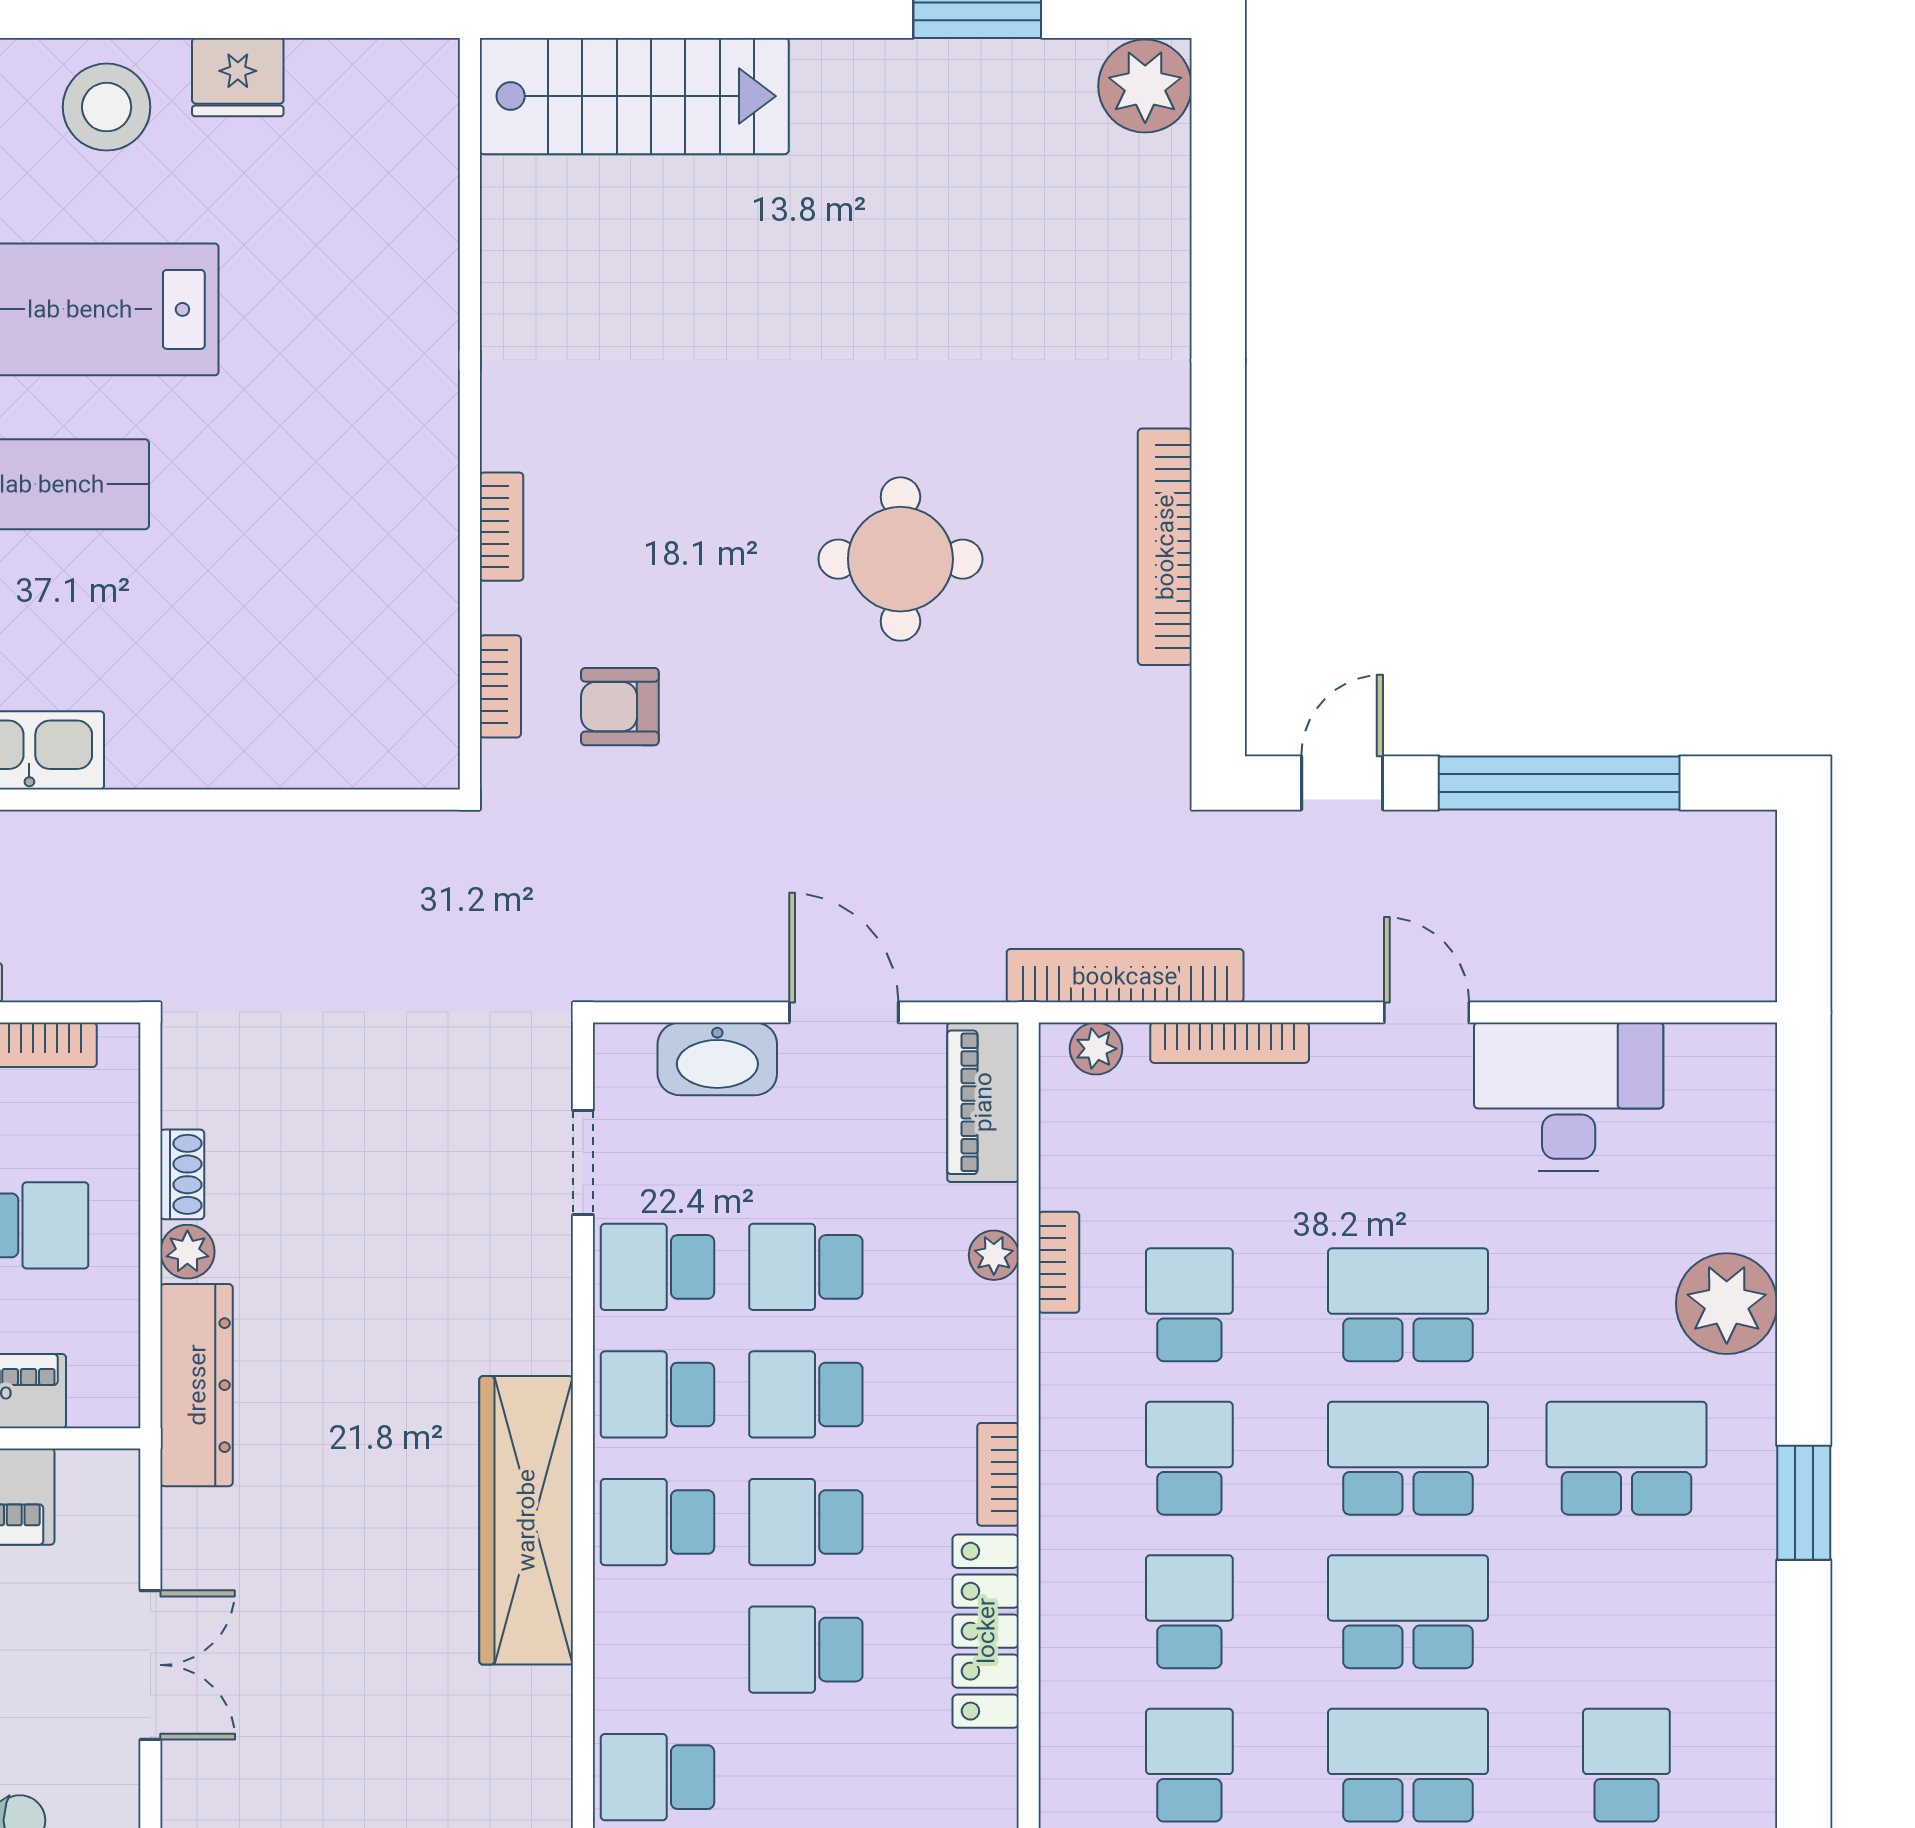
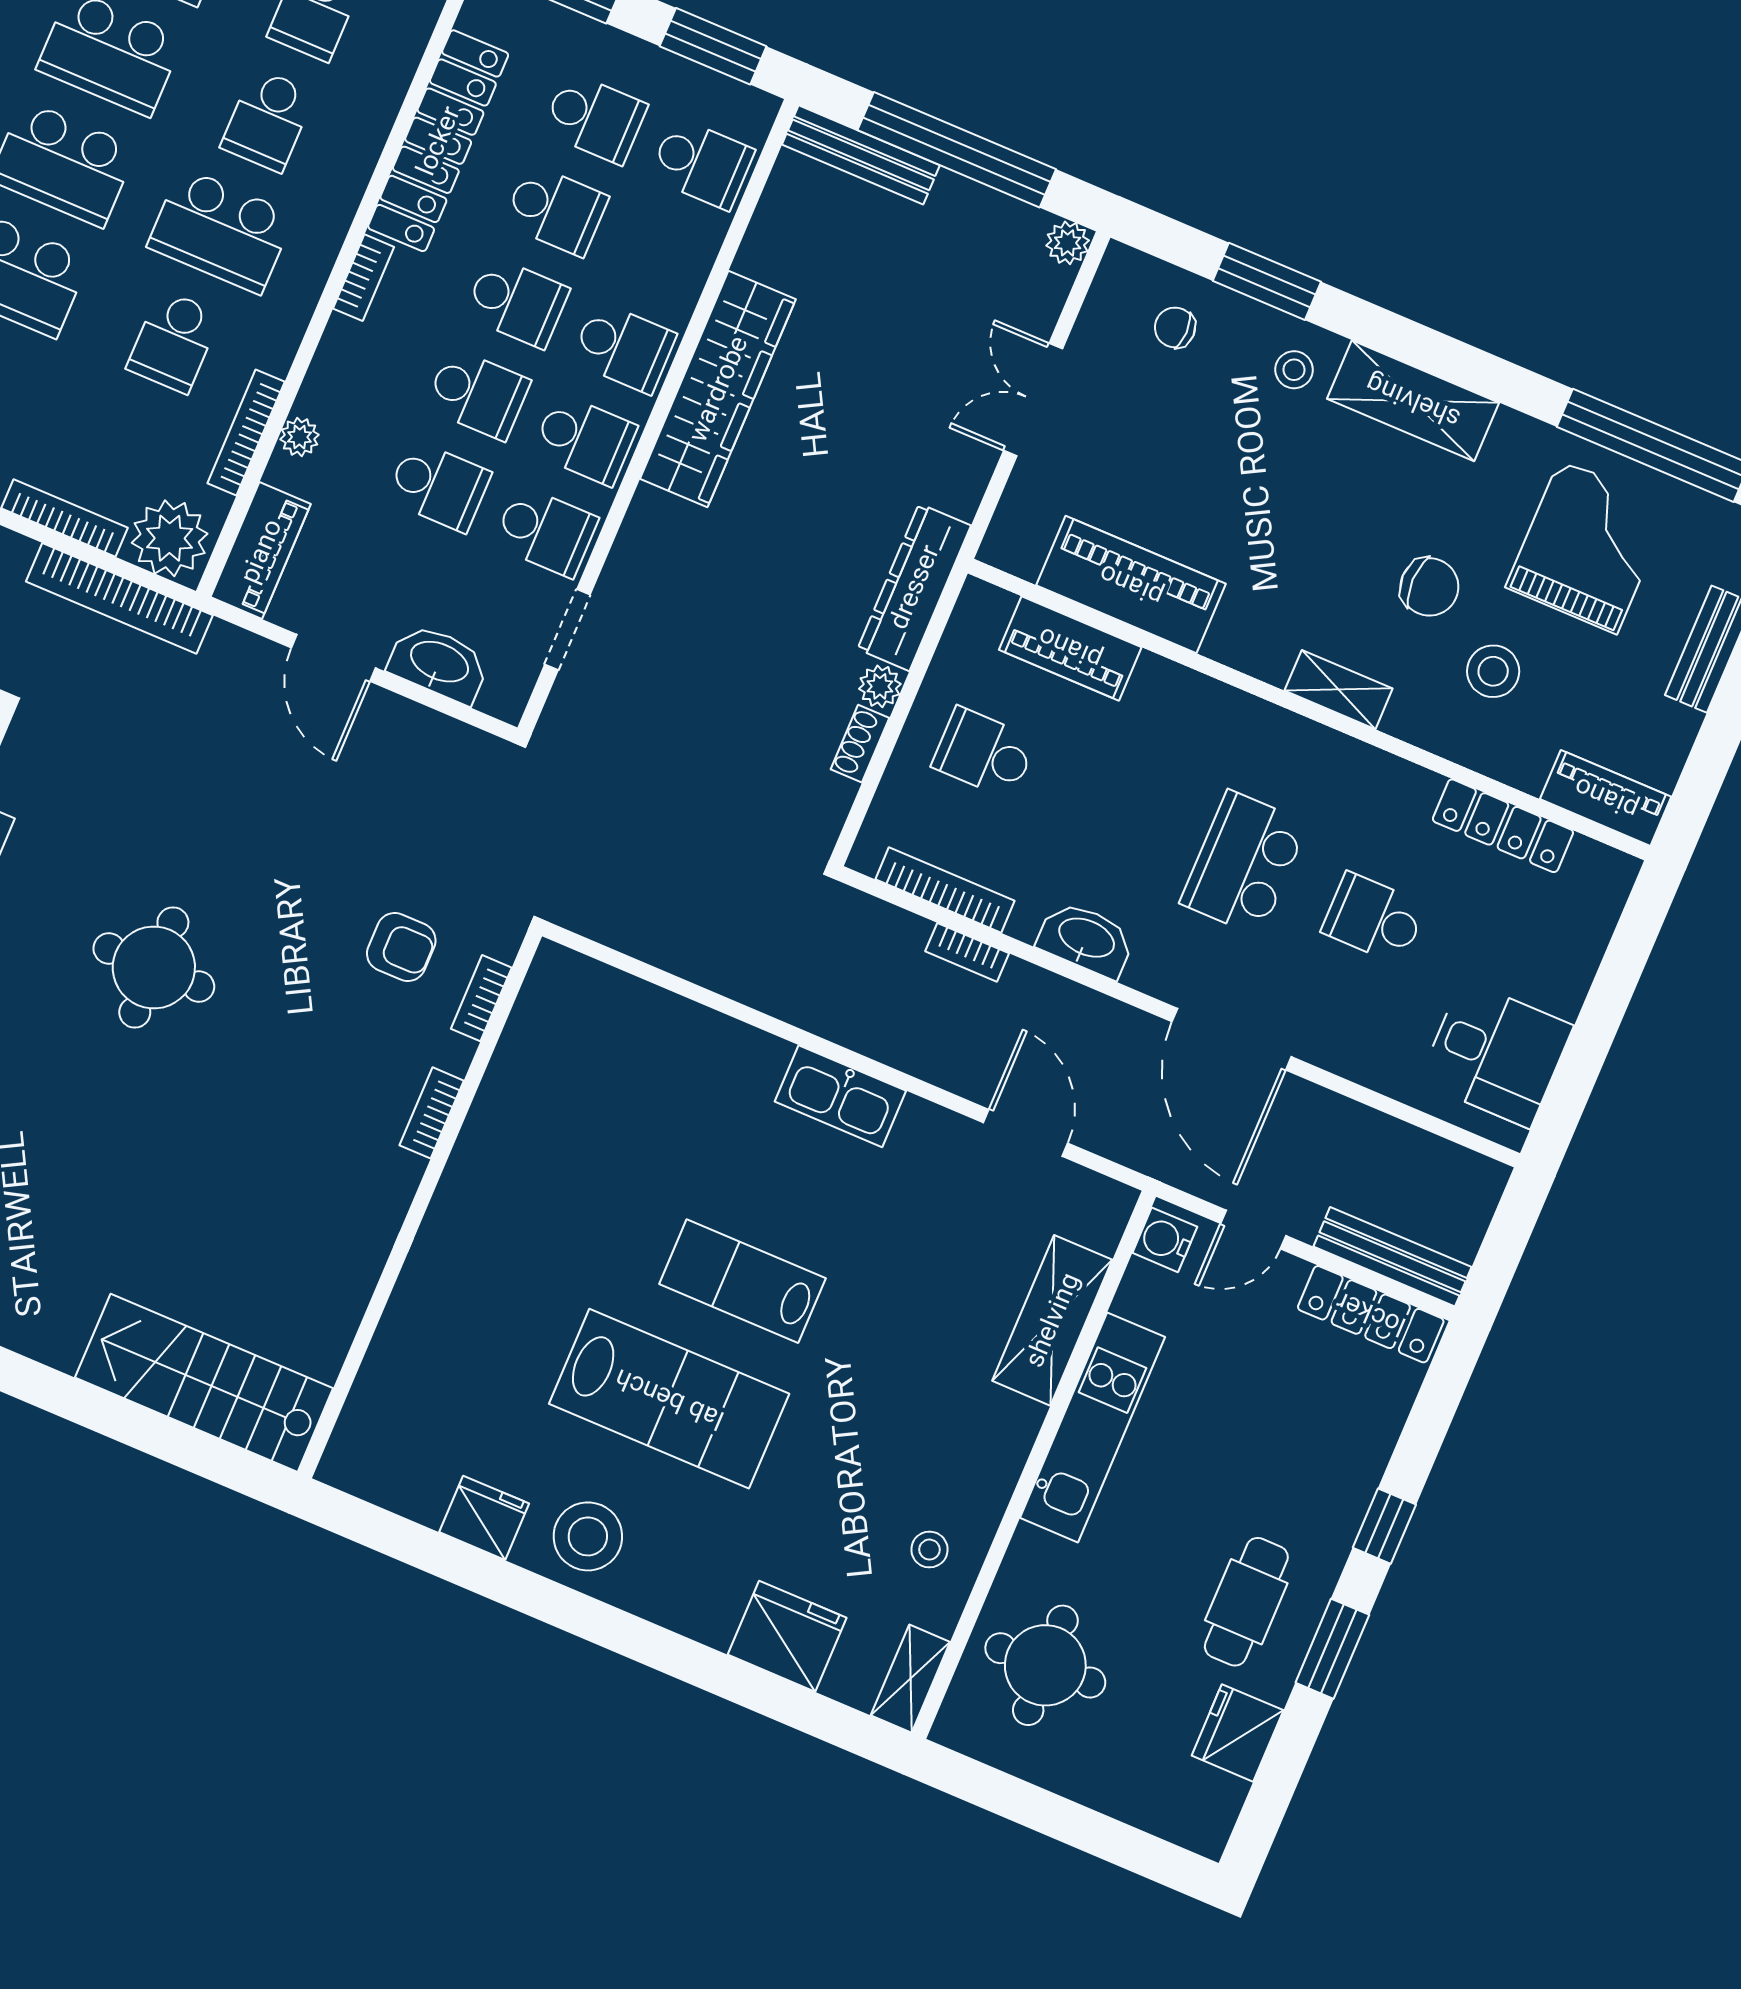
plant: (1096, 1049) -> (170, 538), width x1.87, depth x1.87
bookcase: (1059, 1262) -> (246, 432), width x1.56
school desk: (1189, 1458) -> (221, 231), width x1.85
locker: (986, 1631) -> (438, 141), width x1.41, depth x1.21
school desk: (806, 1777) -> (595, 118), added

